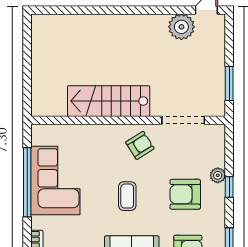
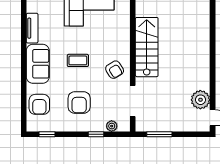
plant: (218, 175) -> (112, 126), moved
window: (229, 187) -> (96, 134), moved
armchair: (185, 194) -> (79, 102), turned 180

